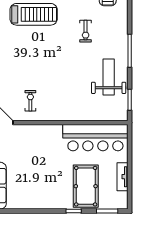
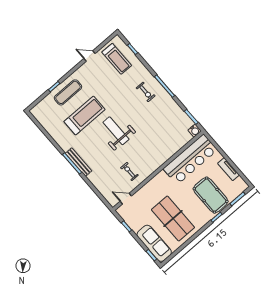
exercise bike: (86, 31) -> (146, 92), moved
weight bench: (109, 77) -> (116, 131), moved
water cooler: (122, 115) -> (195, 131), added
table tennis table: (33, 178) -> (173, 219), added

